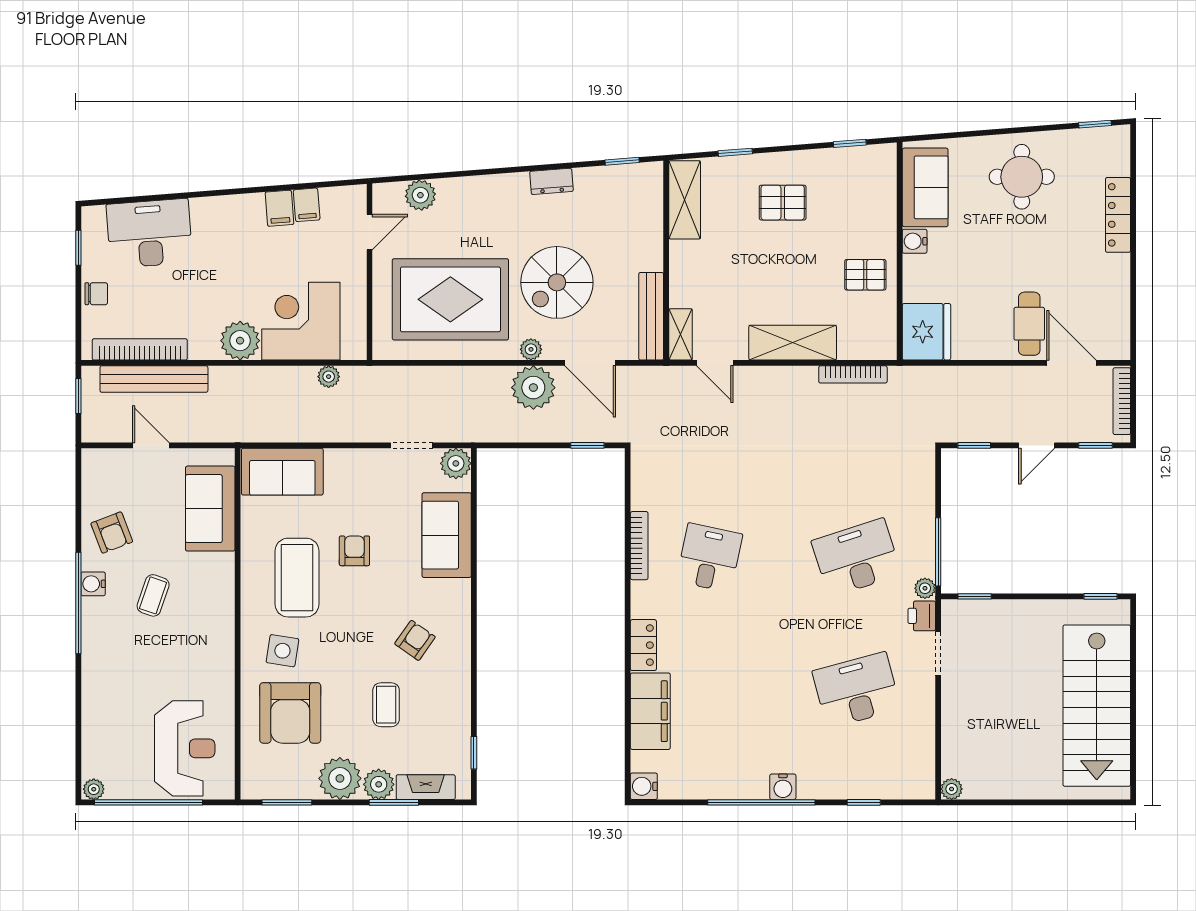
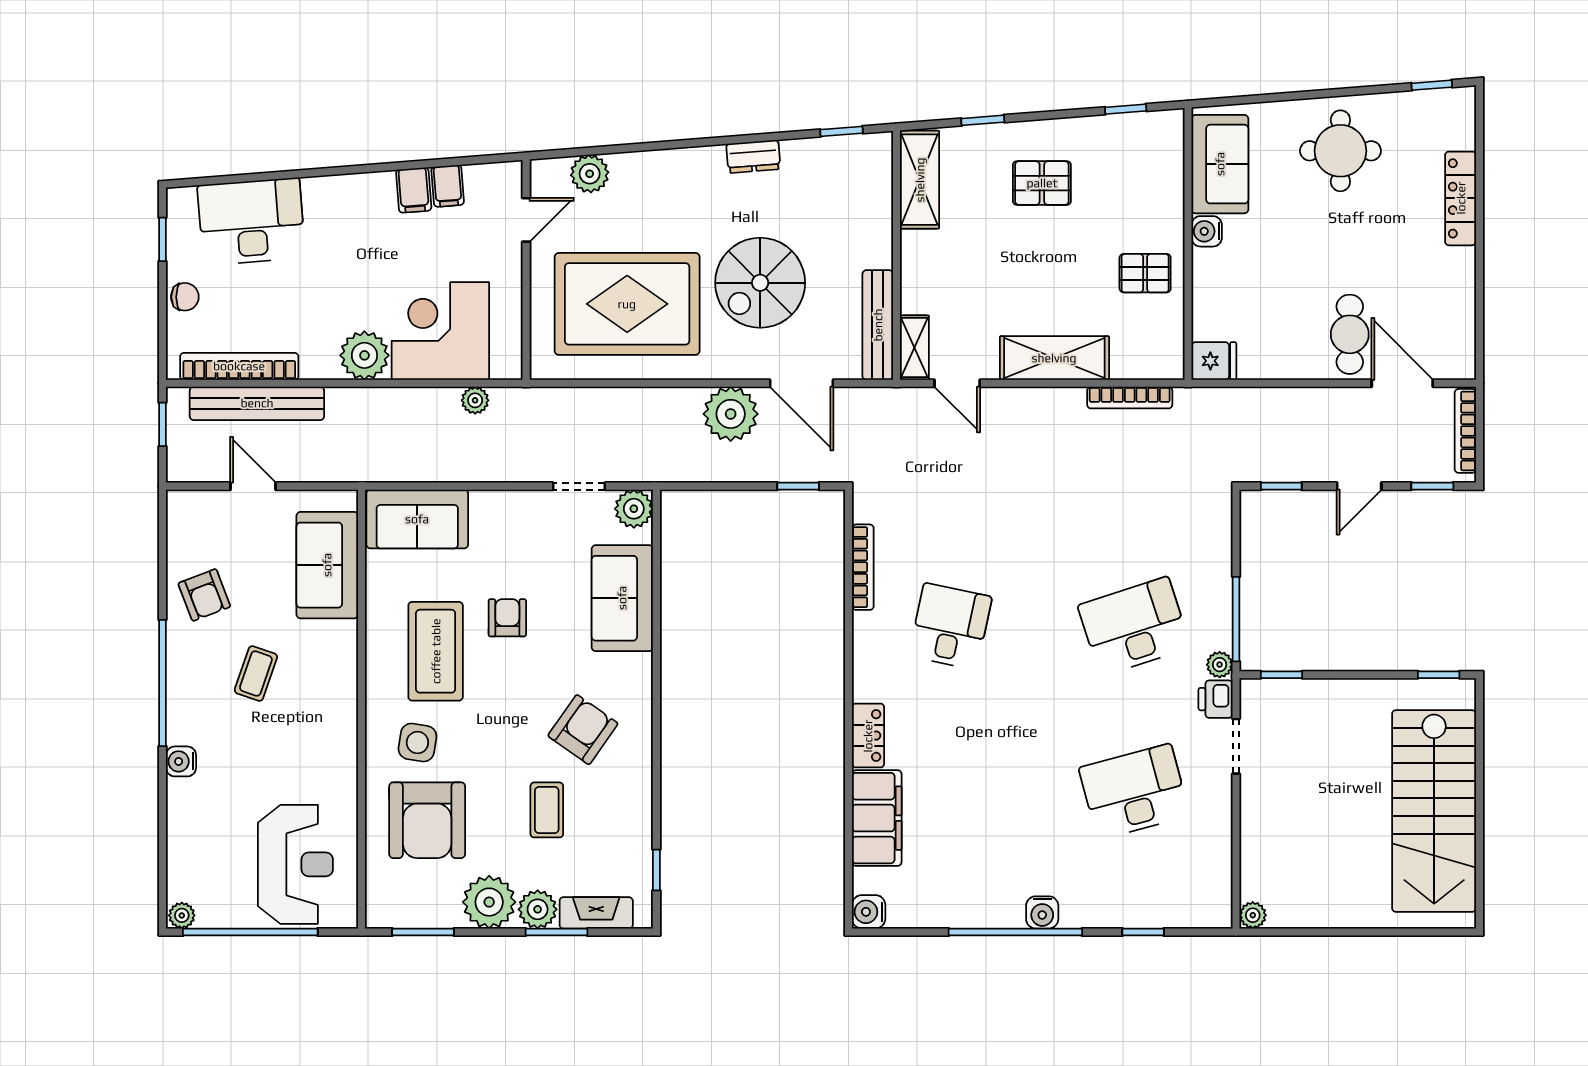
fridge: (926, 332) -> (1214, 361), width x0.53, depth x0.75
plant: (531, 349) -> (728, 366), removed
bookcase: (639, 546) -> (863, 567), moved
water cooler: (93, 584) -> (181, 761), moved
armchair: (415, 640) -> (583, 730), width x1.38, depth x1.38

